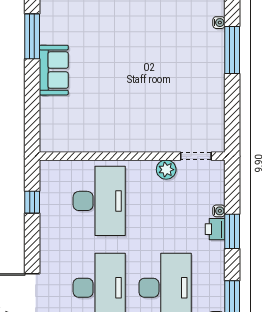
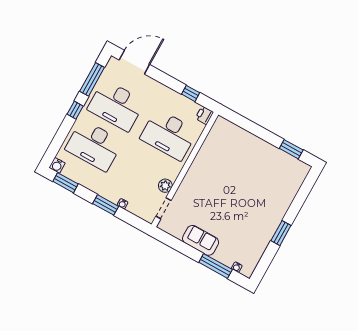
window: (32, 36) -> (291, 149), width x0.69
sofa: (54, 70) -> (201, 240), moved, turned 180
printer: (215, 229) -> (204, 115), moved, turned -90

